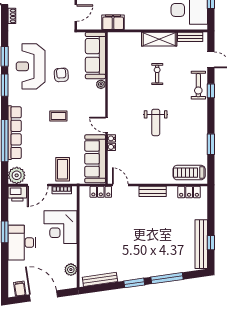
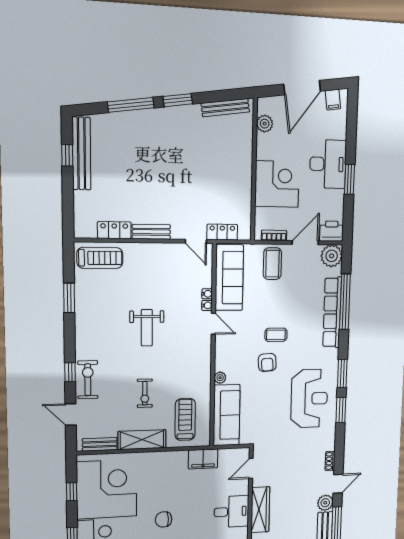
treadmill: (127, 53) -> (185, 419), added
armchair: (61, 75) -> (267, 362), moved
weight bench: (156, 122) -> (147, 328), turned 180
locker: (189, 192) -> (114, 230), moved
door: (43, 296) -> (302, 88), hinge flipped

